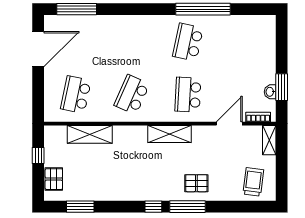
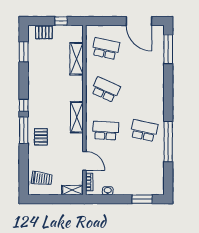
window: (282, 87) -> (142, 199), moved

